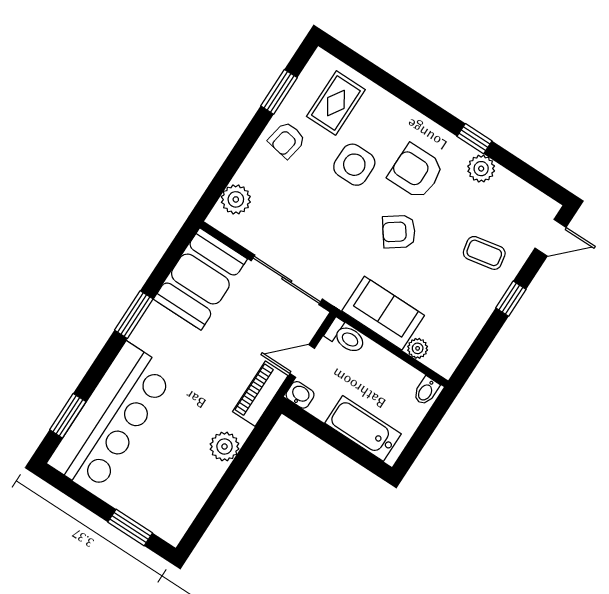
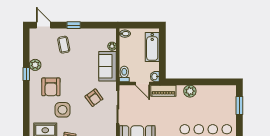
armchair: (399, 232) -> (94, 98), moved

